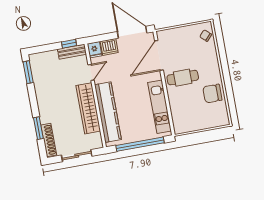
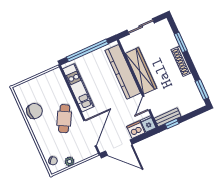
plant: (188, 30) -> (70, 162), added
cafe table: (183, 78) -> (64, 119), turned -62
shoe rack: (49, 140) -> (181, 61), moved

